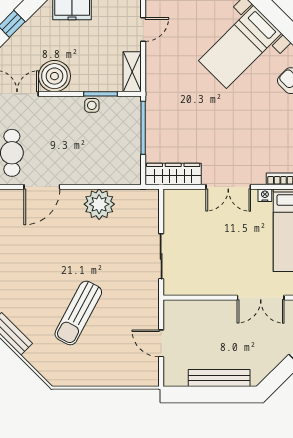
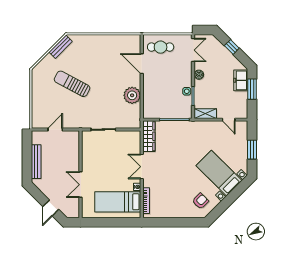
boiler: (54, 76) -> (199, 75), width x0.54, depth x0.54

